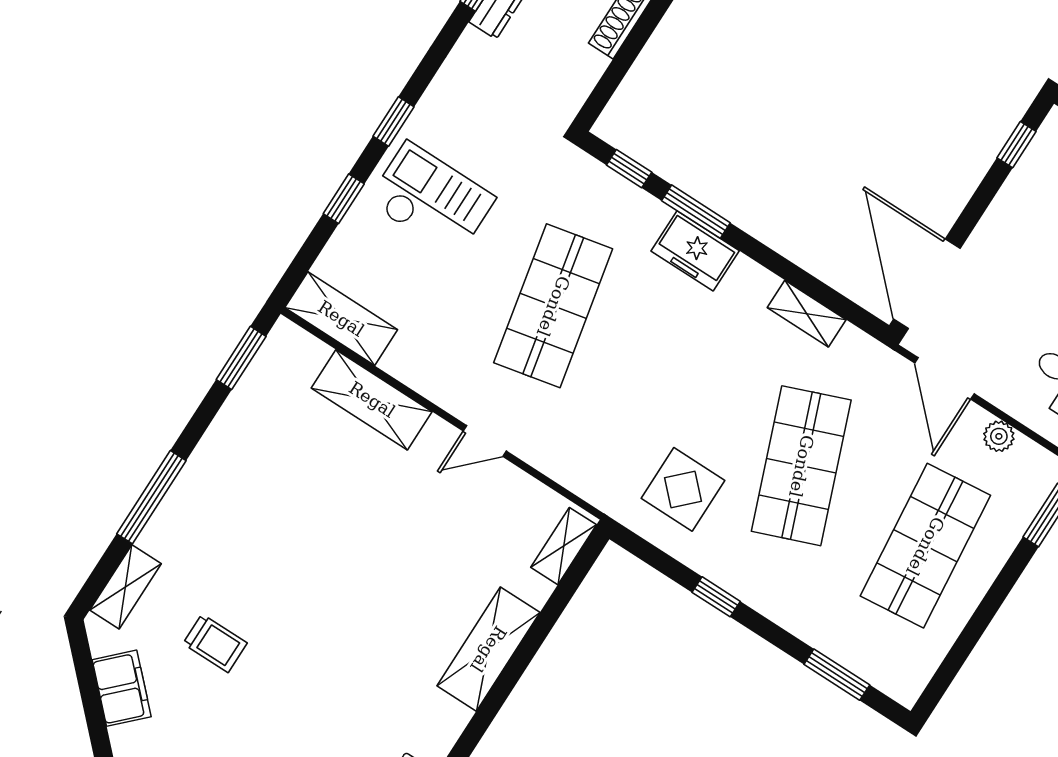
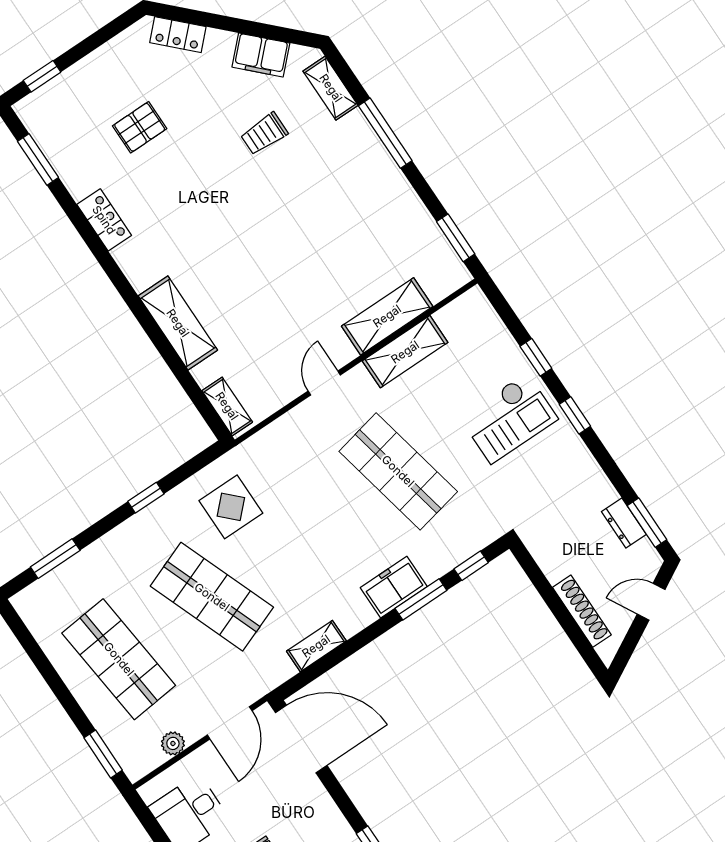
shelving: (341, 319) -> (405, 352), moved
door: (944, 378) -> (230, 723), swing flipped

